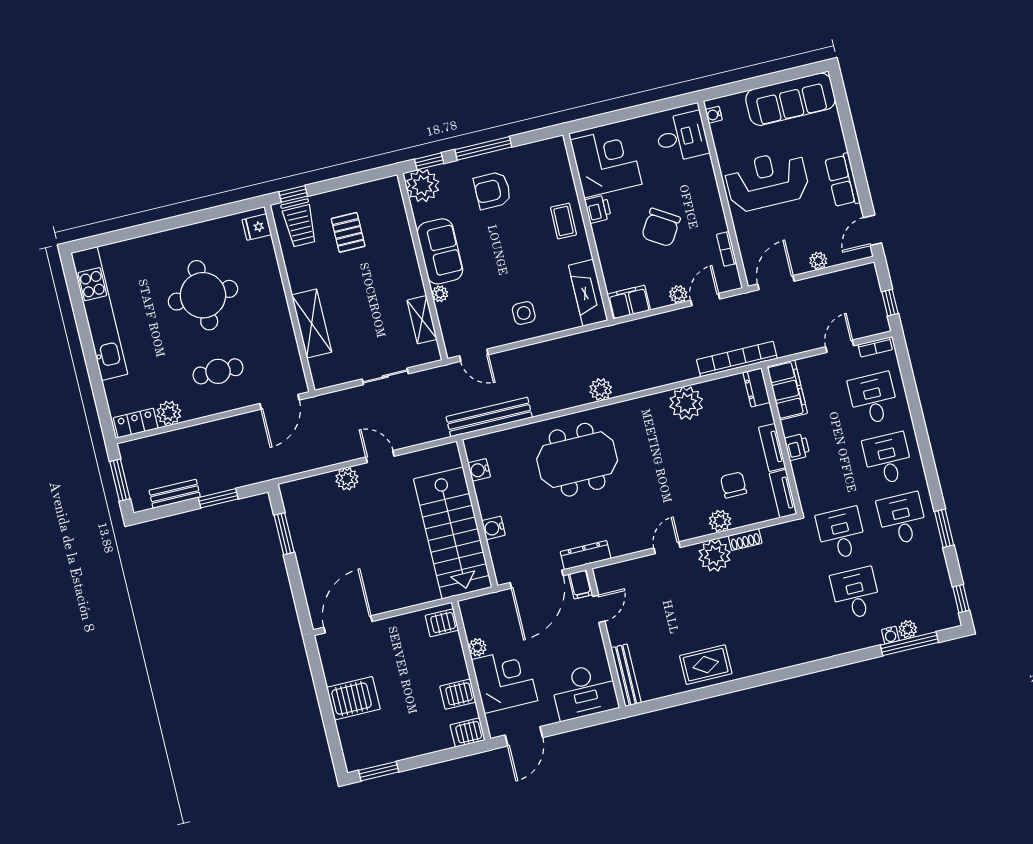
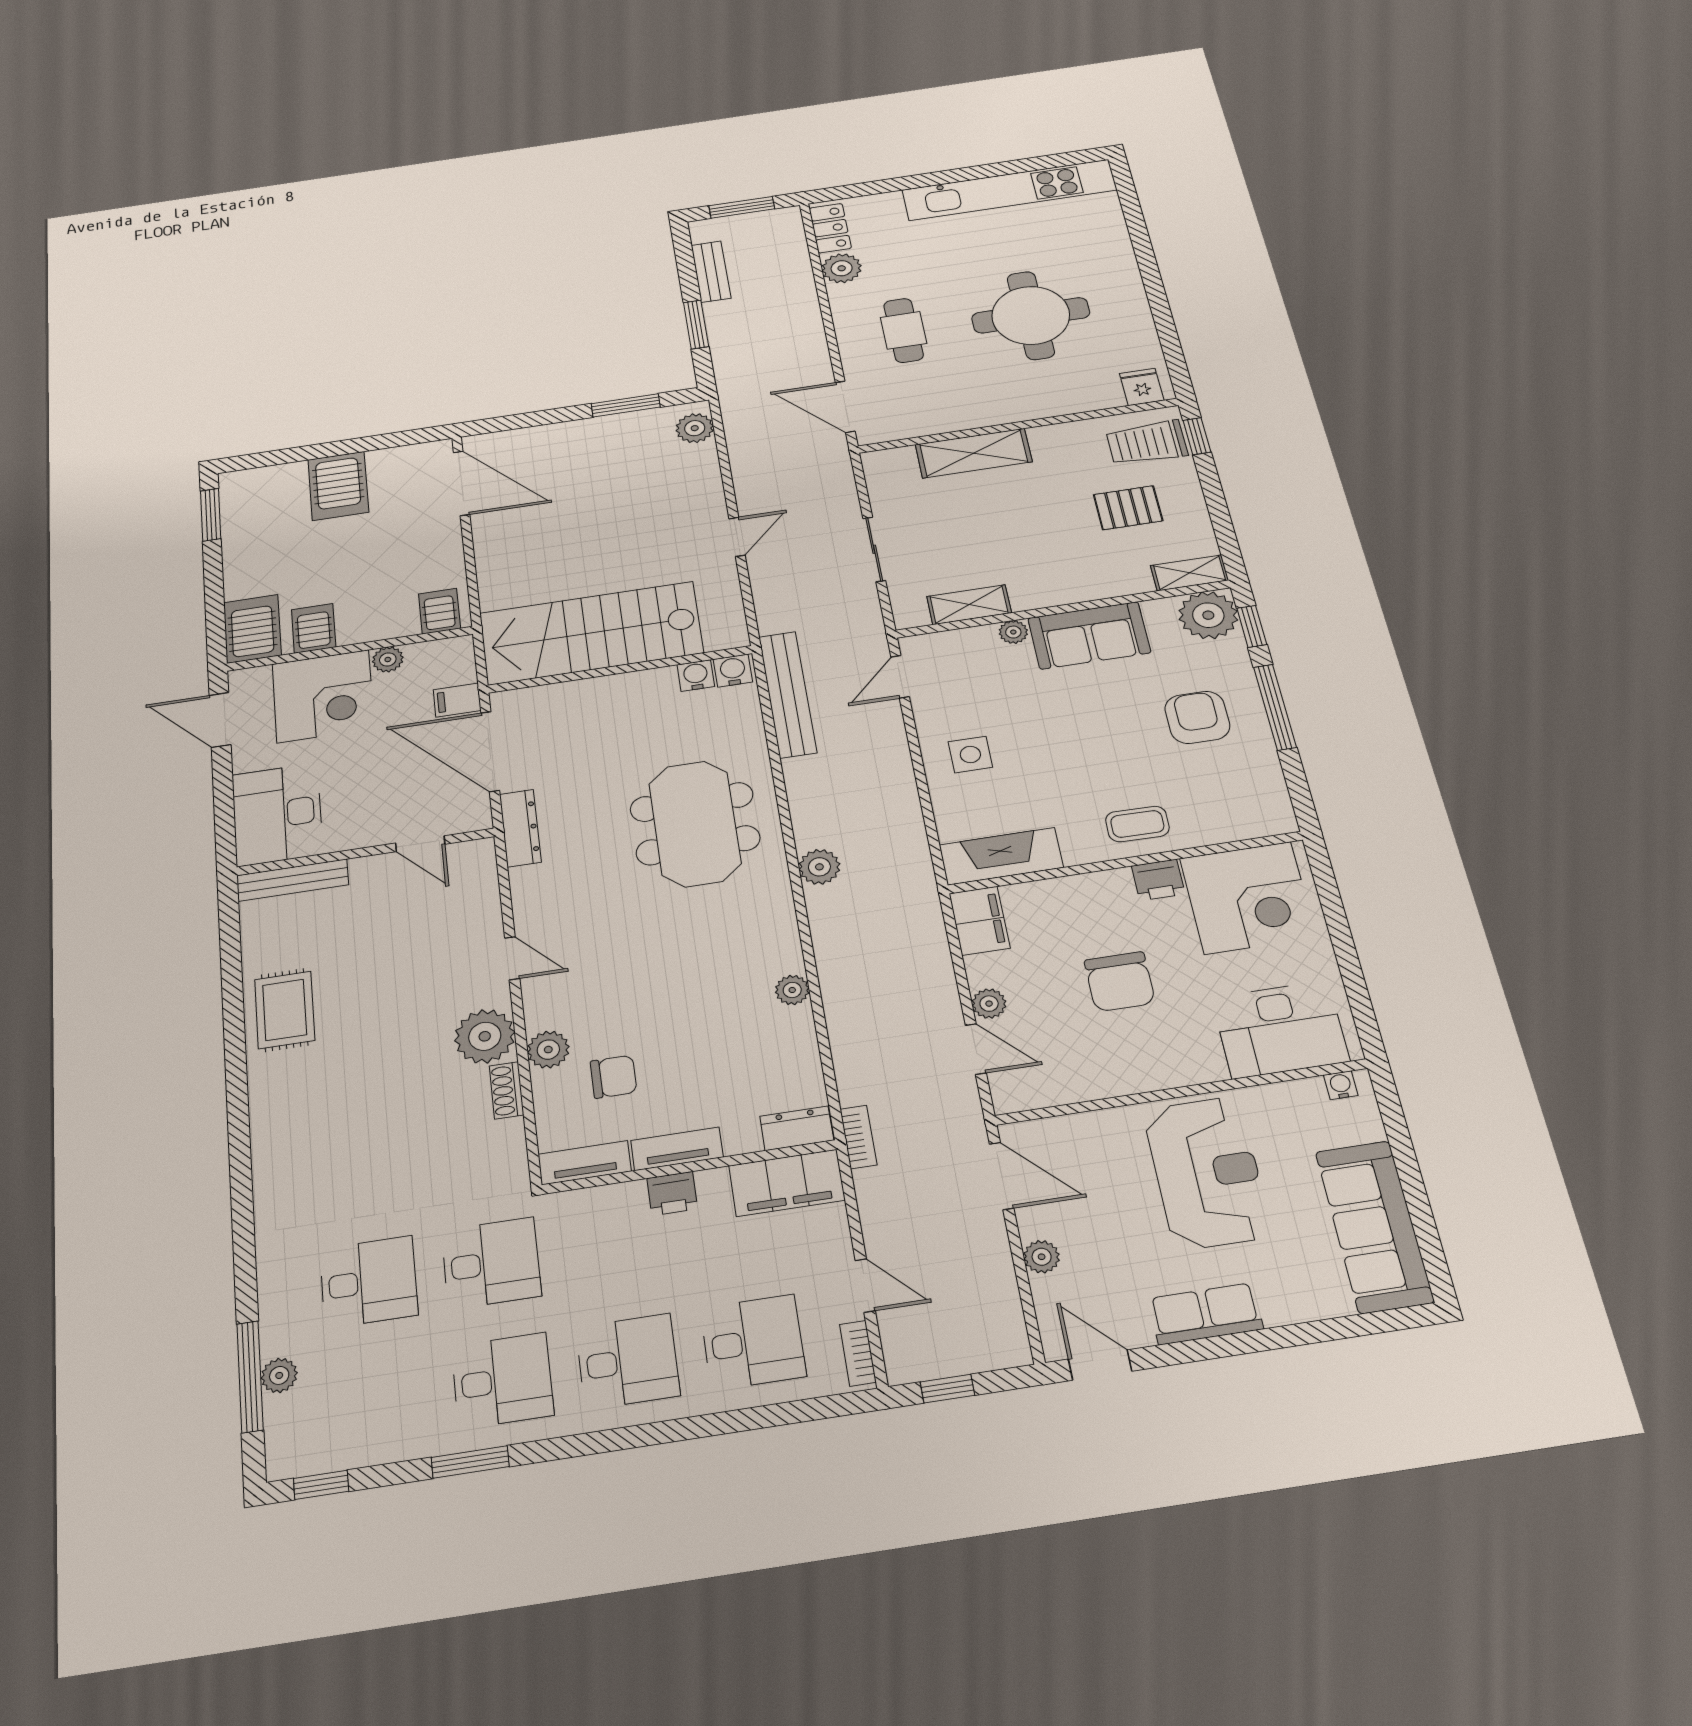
desk: (682, 137) -> (1280, 1029), width x1.37
shelving: (393, 196) -> (1190, 573), added
chair: (661, 227) -> (1120, 982), turned -122
bookcase: (727, 249) -> (1073, 1092), removed
bookcase: (737, 359) -> (858, 1137), width x0.43, depth x0.76
plant: (686, 403) -> (792, 990), width x0.53, depth x0.53
plant: (347, 479) -> (695, 428), moved
water cooler: (493, 528) -> (733, 671), moved
filing cabinet: (580, 584) -> (457, 700), moved
water cooler: (890, 635) -> (274, 1341), removed
server rack: (468, 732) -> (252, 629), width x1.36, depth x1.44

